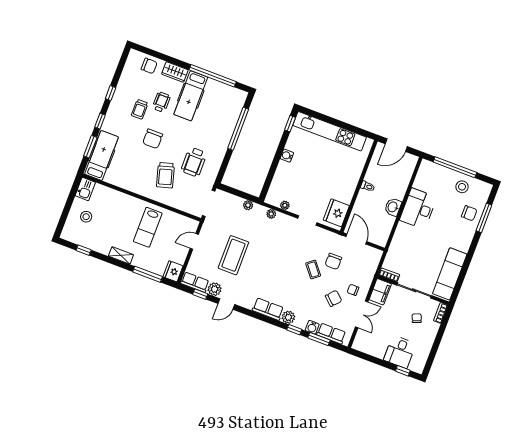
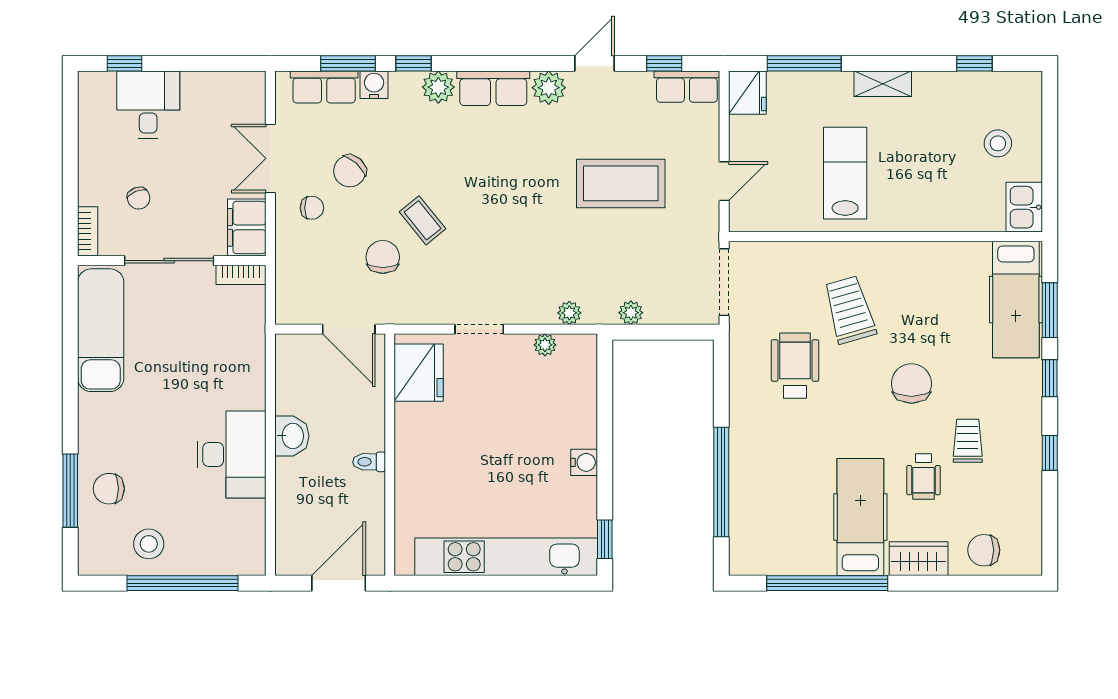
coffee table: (233, 255) -> (621, 183), turned 90
plant: (215, 289) -> (549, 88), moved

